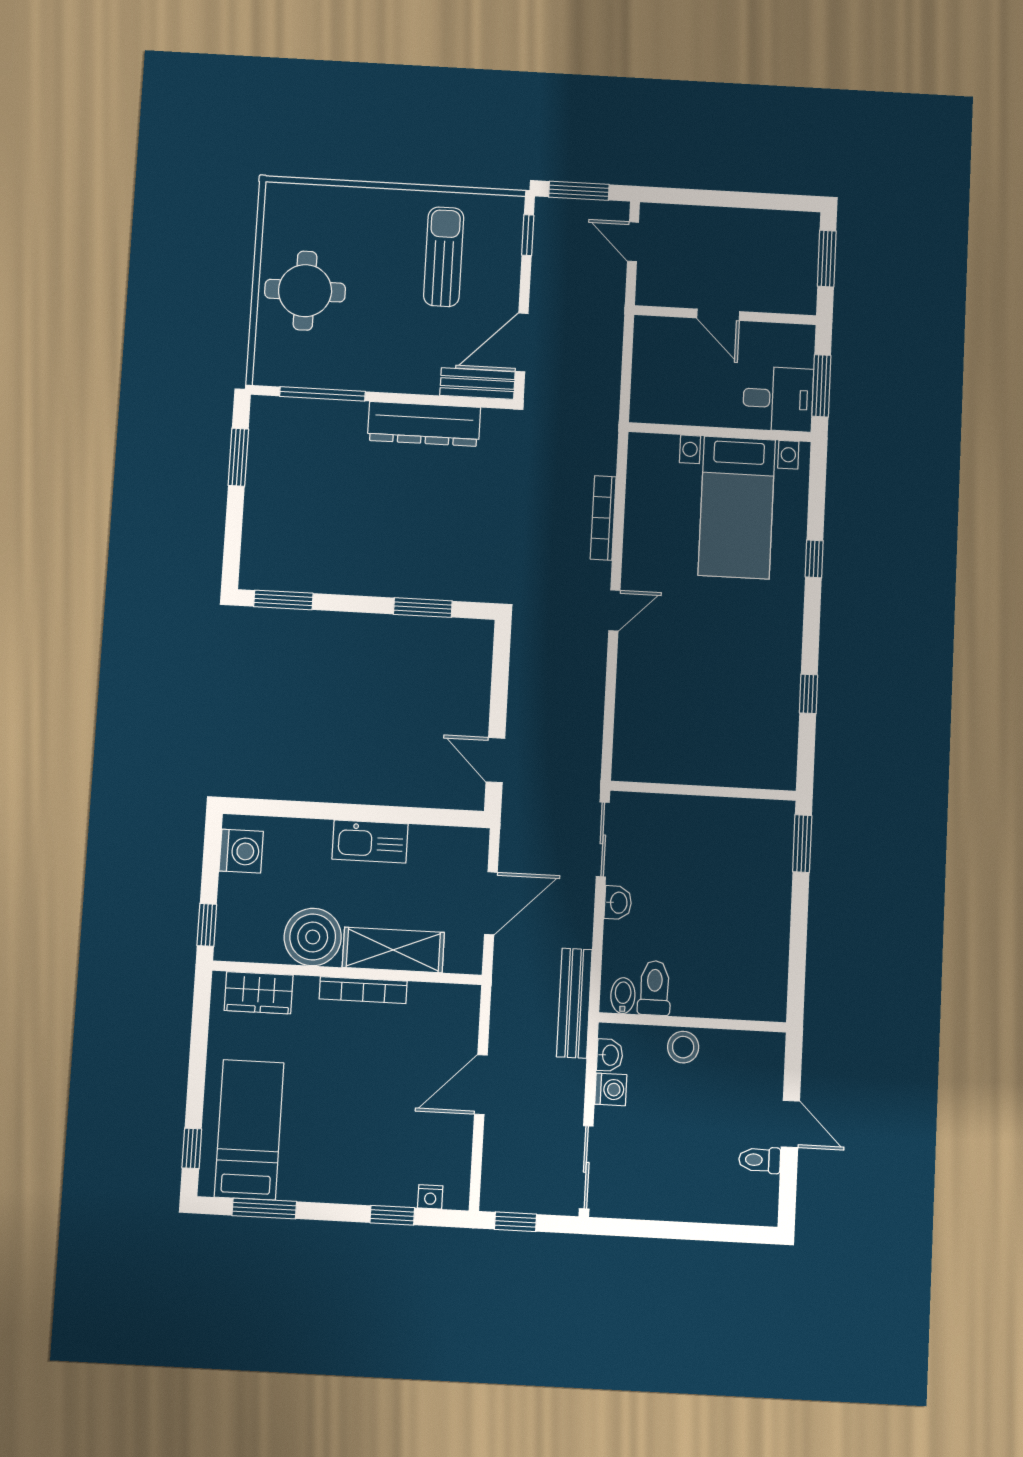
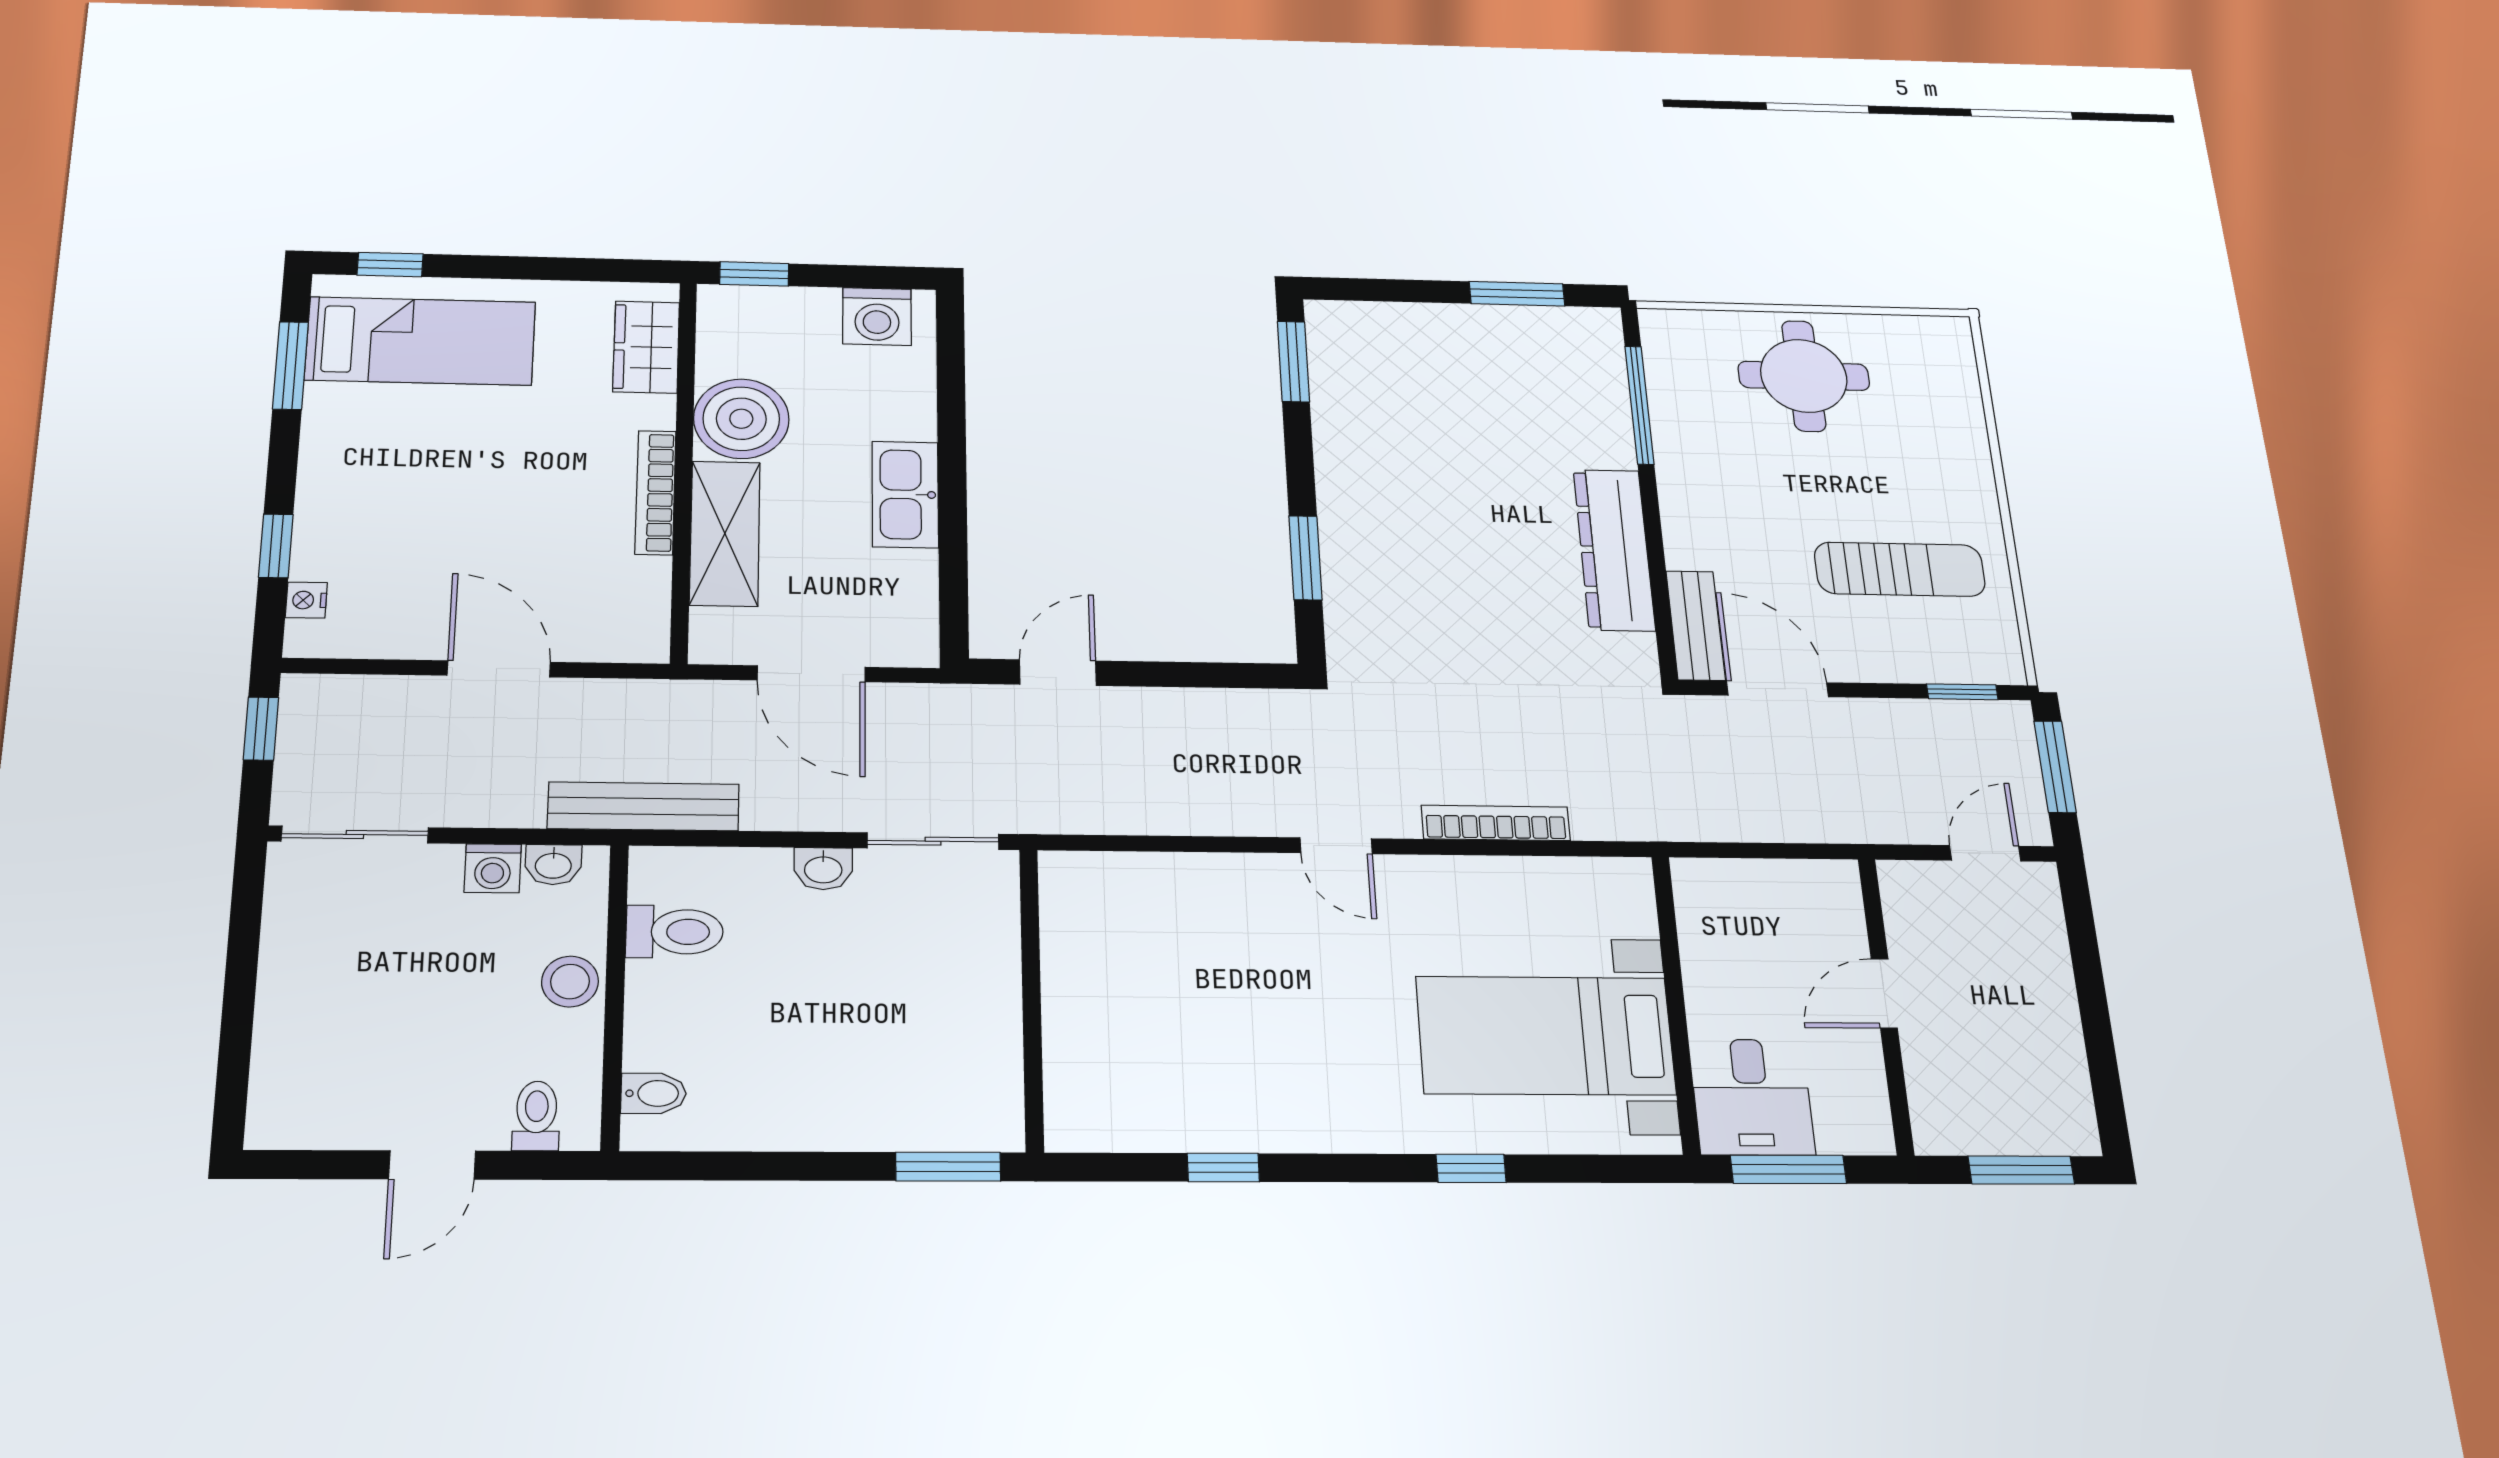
bidet: (623, 996) -> (654, 1093), moved
toilet: (760, 1160) -> (536, 1116), moved

